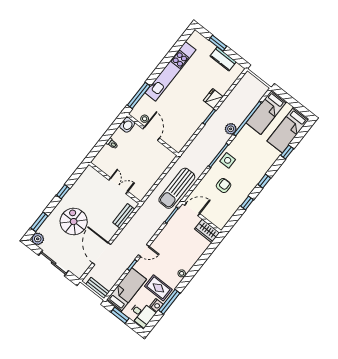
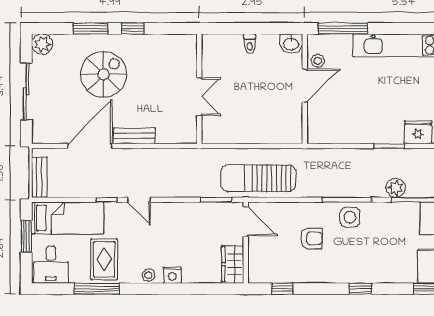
window: (247, 203) -> (282, 289), moved
bench: (124, 216) -> (134, 136), moved
window: (39, 222) -> (91, 28), moved
nightstand: (156, 305) -> (172, 275), moved

